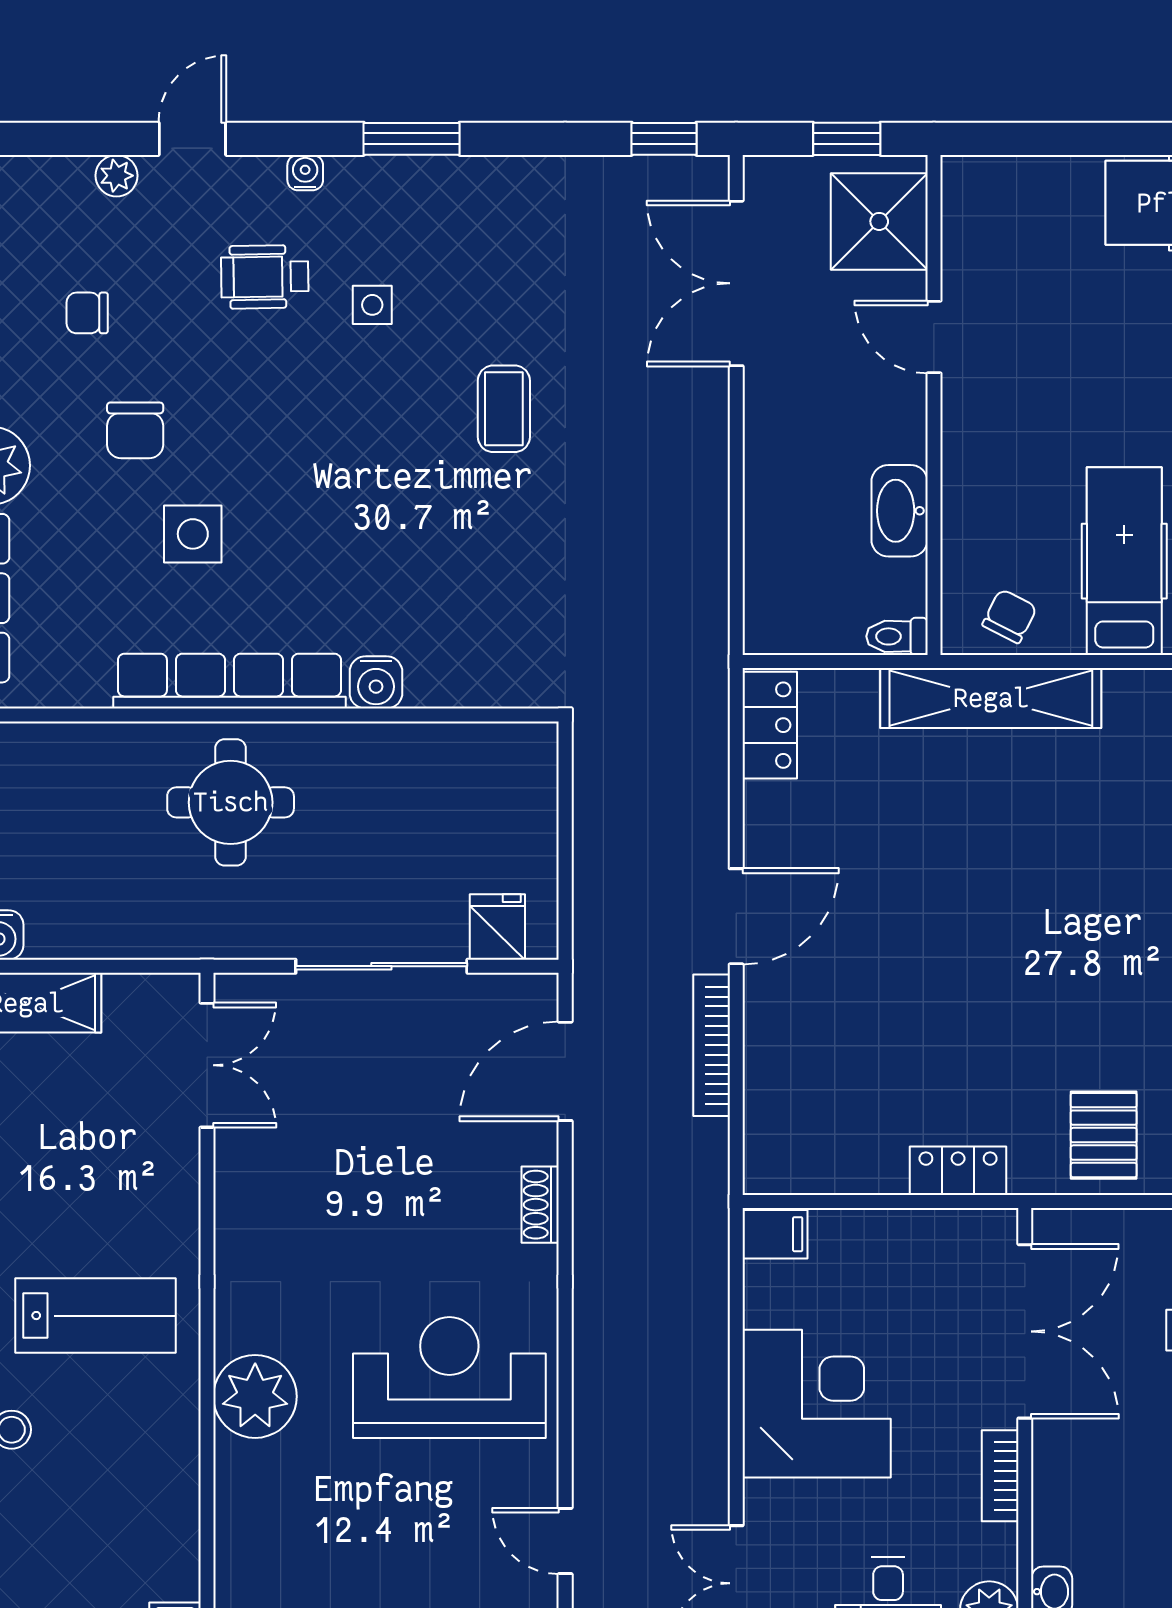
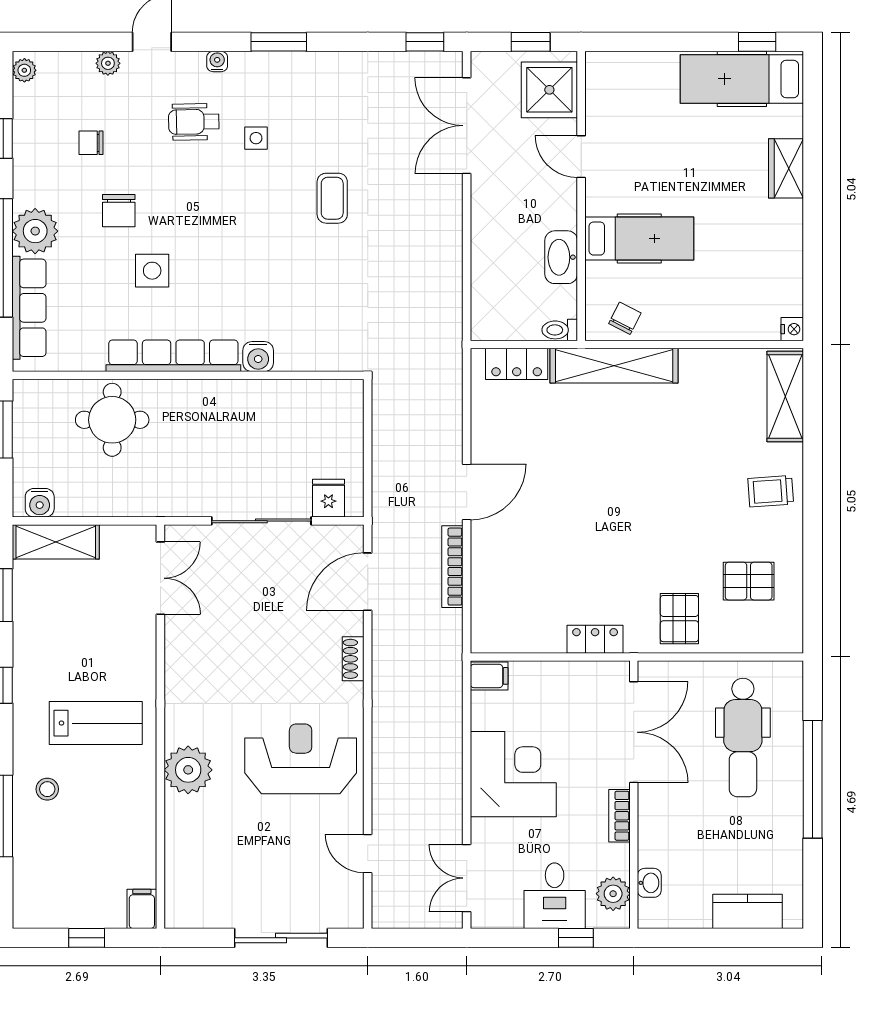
hospital bed: (1124, 561) -> (639, 239), moved, turned 90
locker: (770, 725) -> (517, 364), moved, turned 90
round table: (231, 802) -> (112, 420), moved

